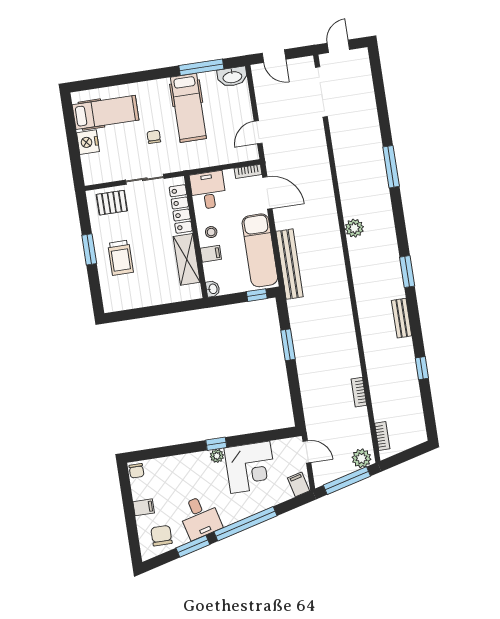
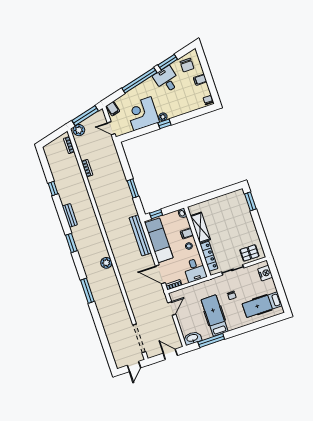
nightstand: (88, 142) -> (265, 273), moved
window: (391, 167) -> (87, 291), moved
window: (89, 249) -> (250, 201), moved
trolley: (121, 258) -> (239, 222), removed

